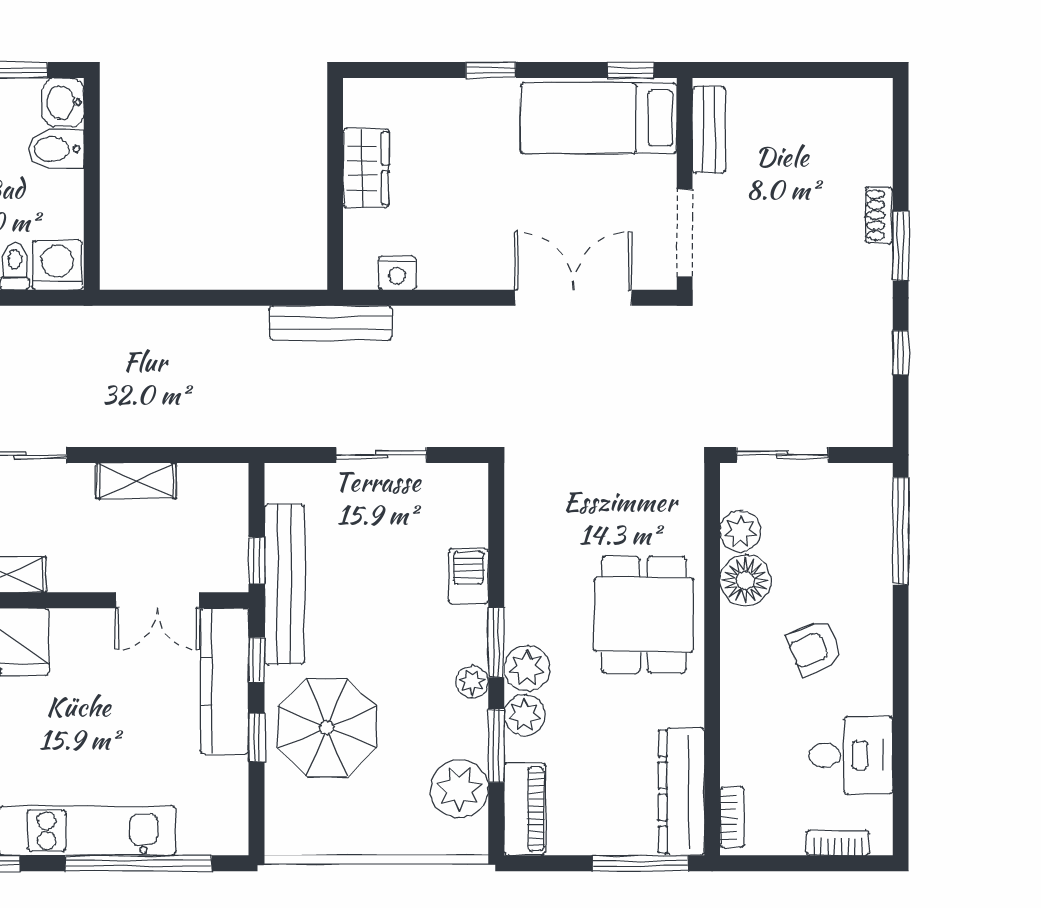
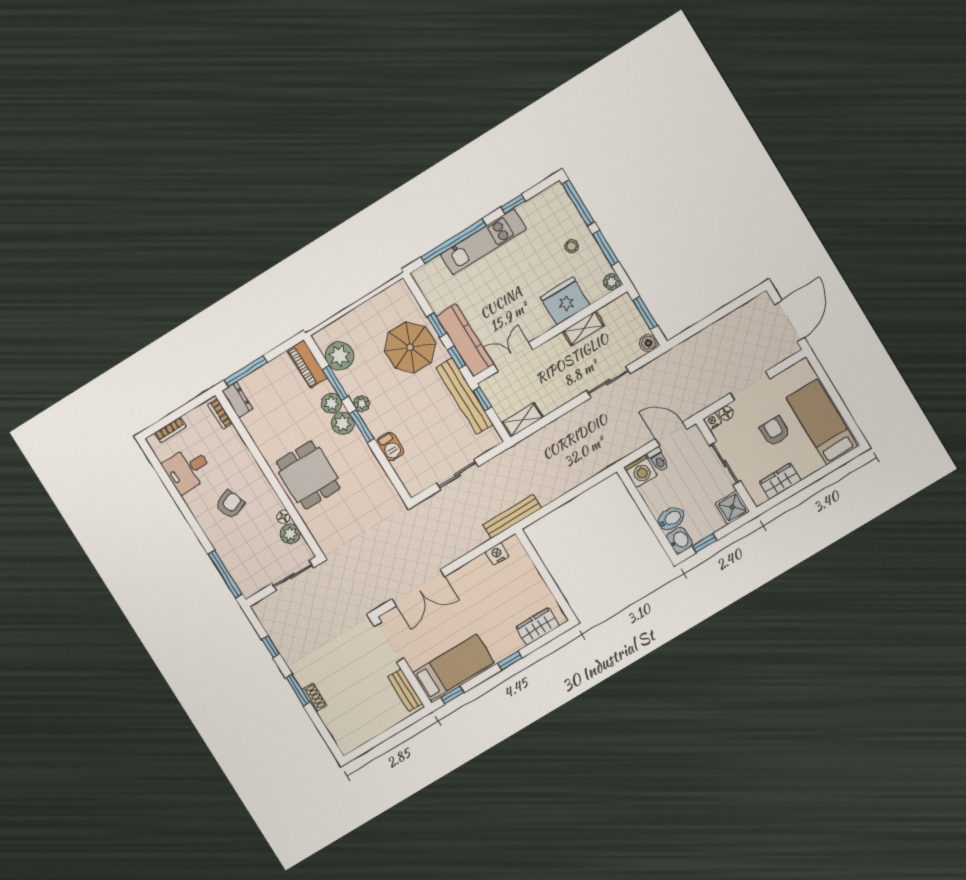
wardrobe: (366, 168) -> (538, 626), moved, turned 90
shelving: (136, 481) -> (522, 420), moved
floor lamp: (745, 580) -> (283, 517), width x0.53, depth x0.53
dresser: (681, 791) -> (237, 400), width x0.51, depth x0.80

